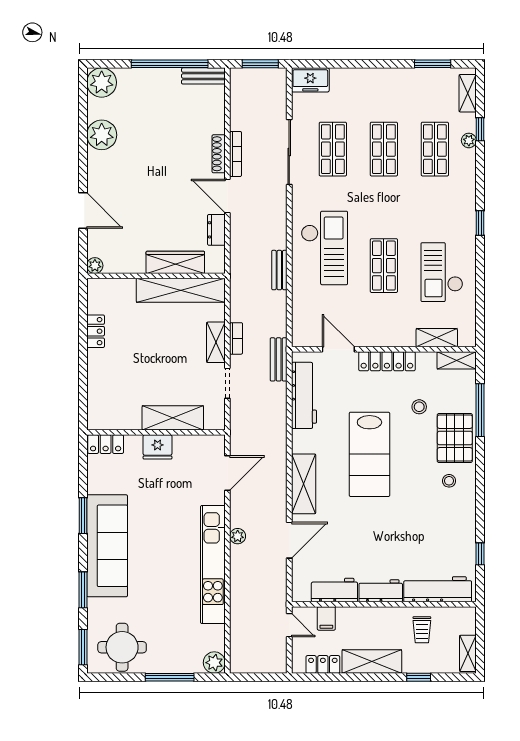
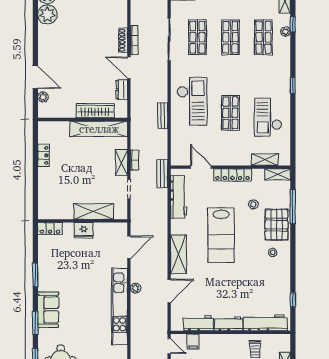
plant: (102, 135) -> (47, 14), moved
plant: (95, 266) -> (43, 97), moved
sofa: (107, 546) -> (48, 310), width x0.54, depth x0.79

